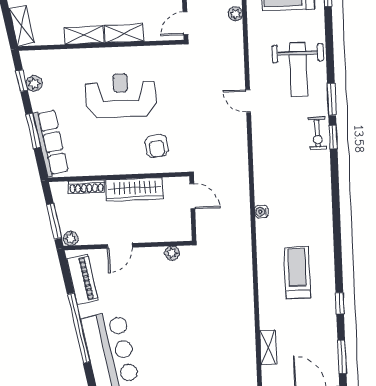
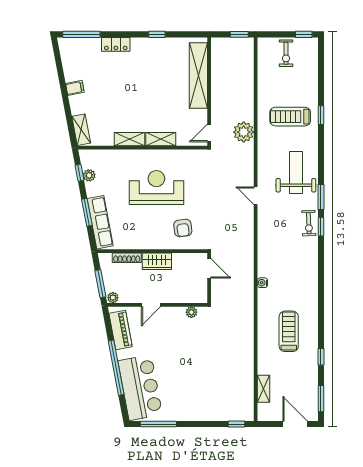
plant: (235, 14) -> (244, 132), width x1.88, depth x1.88
weight bench: (298, 69) -> (296, 173), turned 180
wardrobe: (135, 189) -> (157, 261), width x0.67

